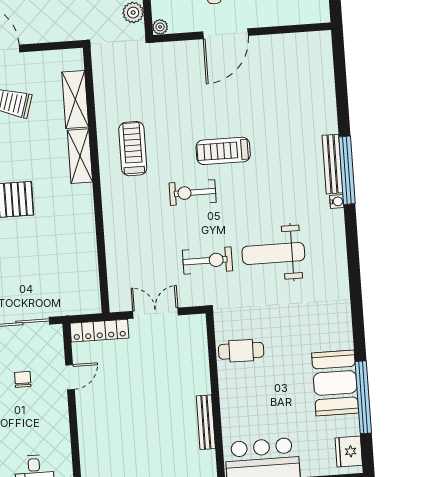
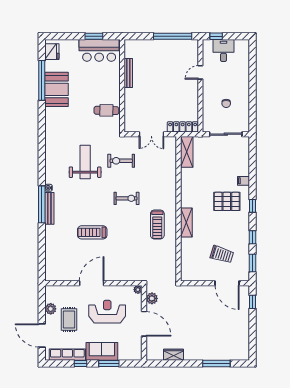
door: (225, 34) -> (92, 283), moved
shelving: (75, 99) -> (187, 152), moved
treadmill: (223, 151) -> (92, 232), moved, turned 180
weight bench: (273, 253) -> (85, 162), turned -90
door: (70, 377) -> (200, 72), moved

